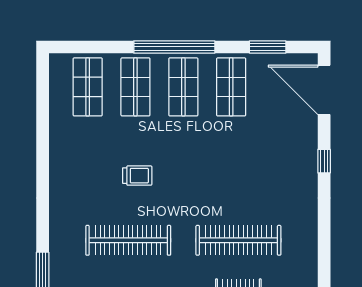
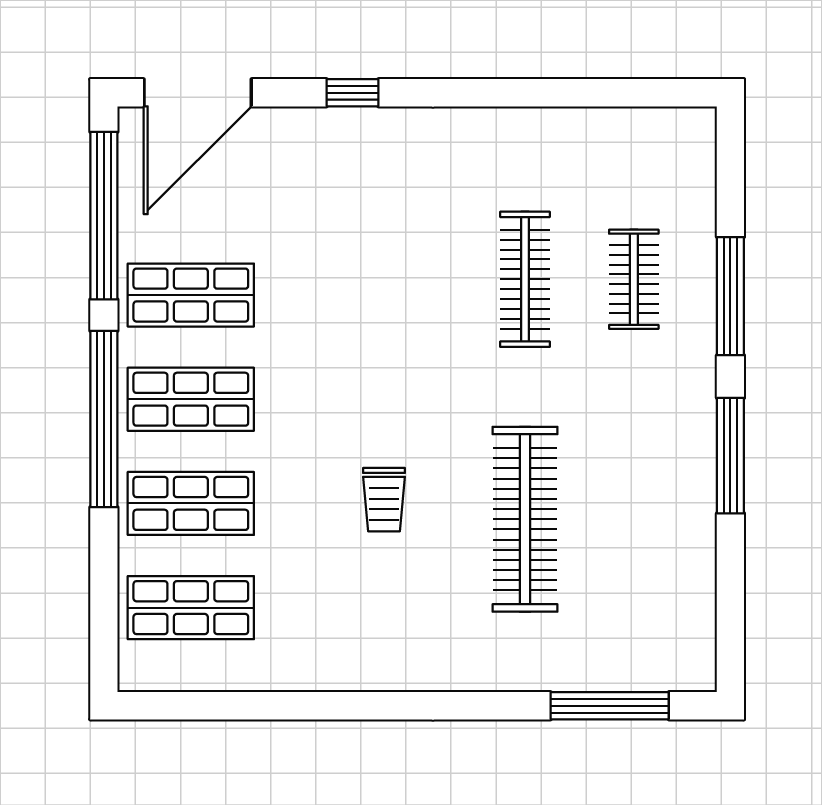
window: (268, 47) -> (104, 216), width x2.11
trolley: (137, 176) -> (384, 500), turned 180
clothes rail: (238, 240) -> (525, 279), width x0.73, depth x0.76

